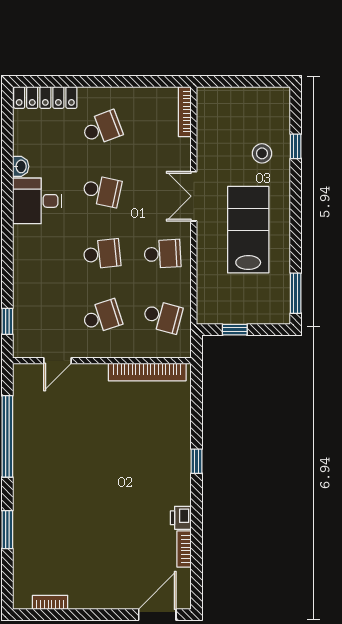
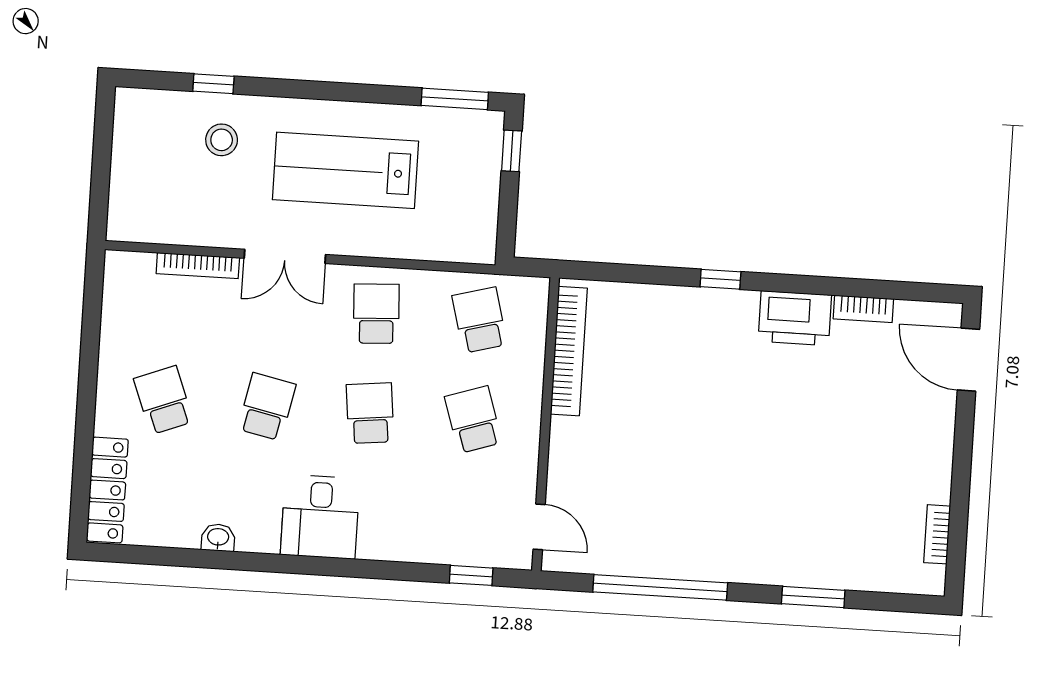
bookcase: (185, 112) -> (198, 266), moved
desk: (37, 201) -> (320, 517), moved
school desk: (163, 317) -> (480, 320), turned -30
window: (235, 330) -> (512, 151), moved
door: (57, 361) -> (539, 527), moved
printer: (181, 518) -> (795, 318), width x1.87, depth x1.48

